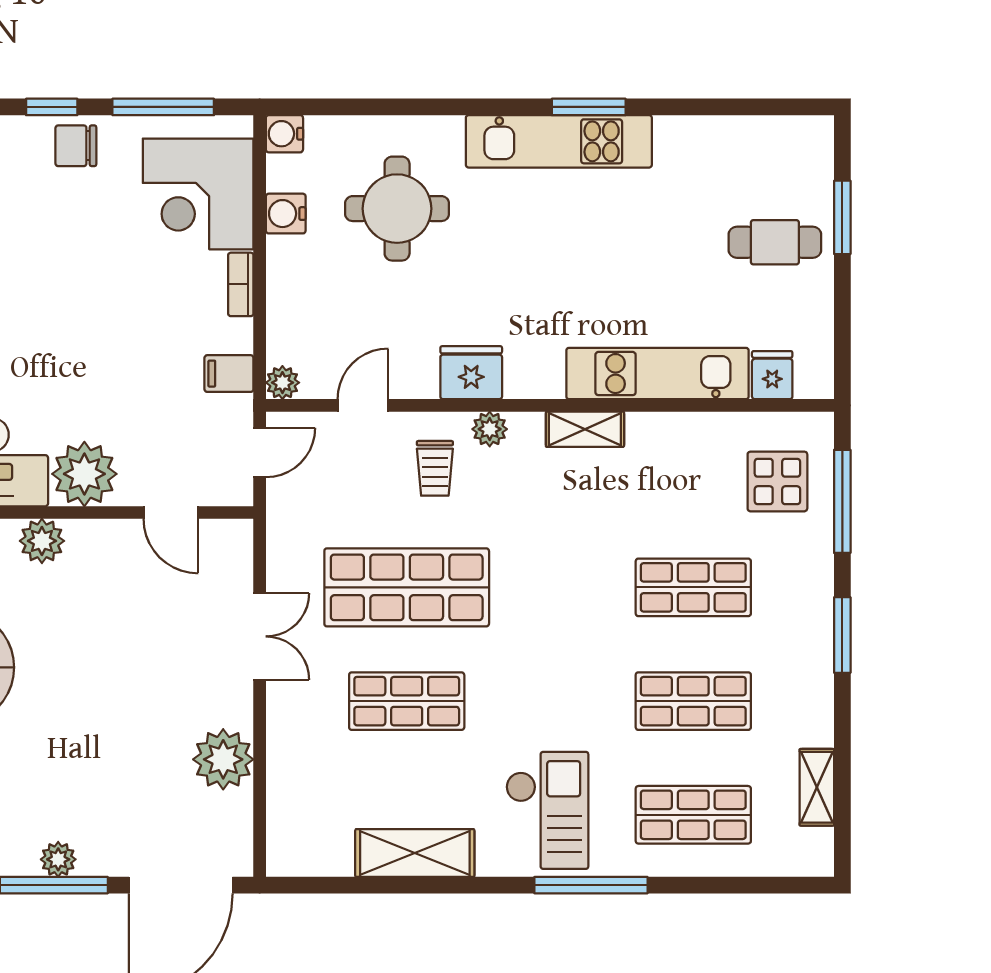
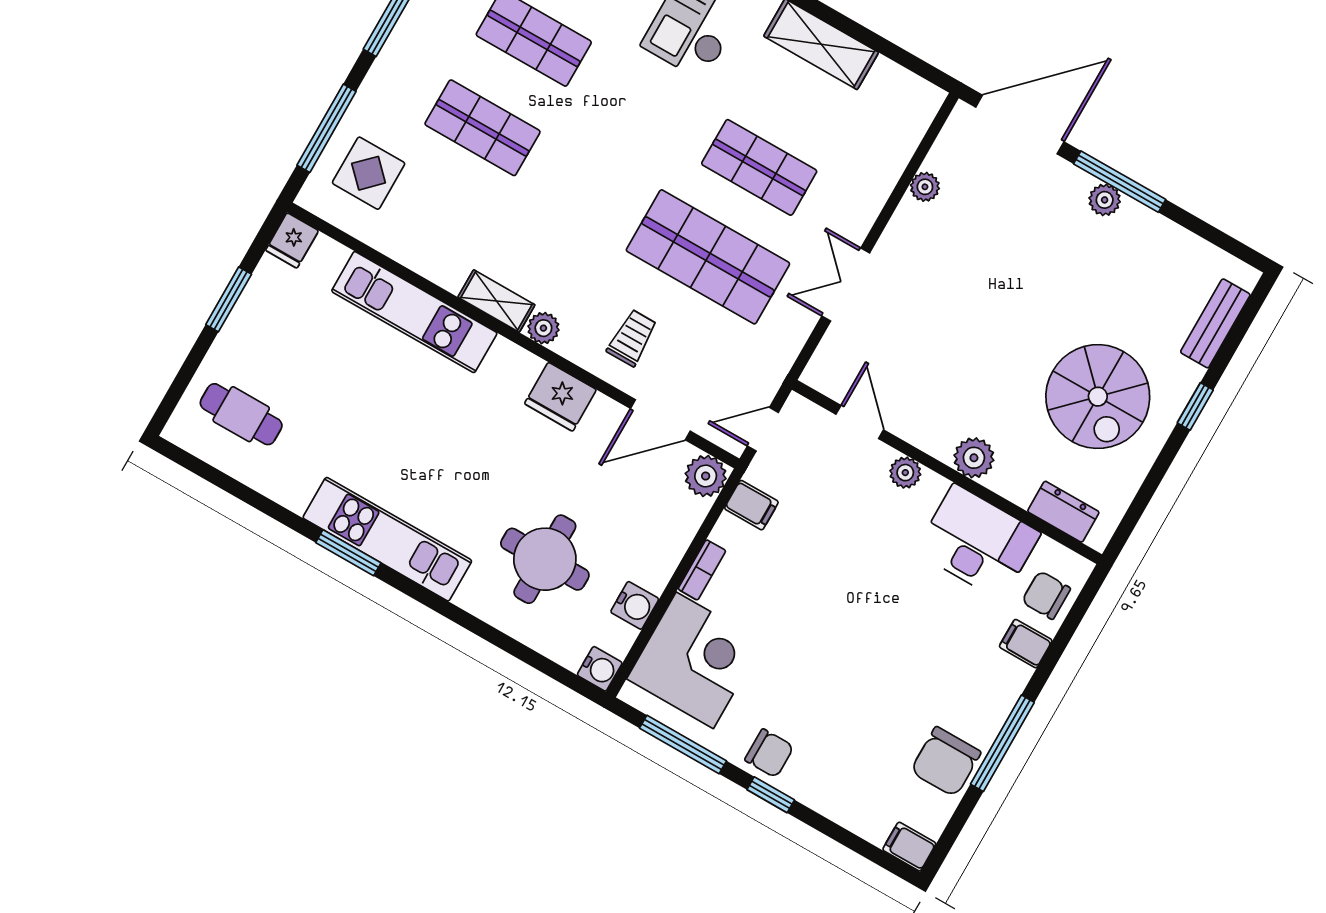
window: (842, 217) -> (229, 299), moved
cafe table: (775, 242) -> (241, 414), moved
fridge: (772, 375) -> (292, 240), moved
plant: (282, 383) -> (706, 476), width x1.38, depth x1.38
door: (363, 405) -> (660, 420), width x1.38
plant: (490, 429) -> (543, 328), moved
plant: (84, 474) -> (905, 473), width x0.53, depth x0.53
plant: (223, 759) -> (925, 187), width x0.53, depth x0.53

